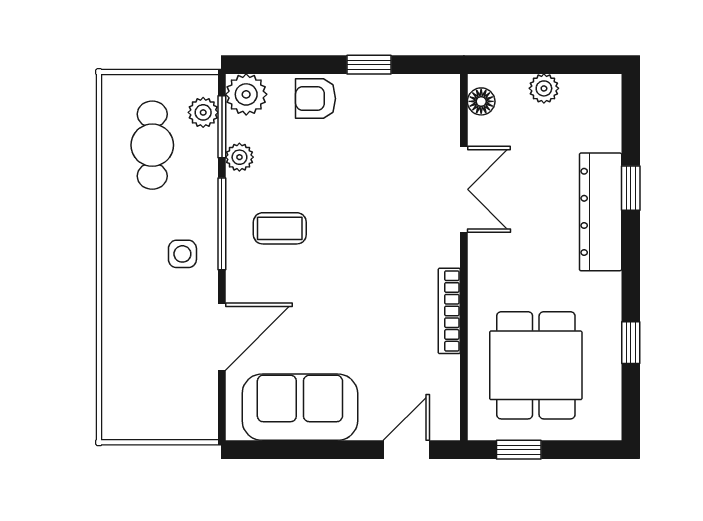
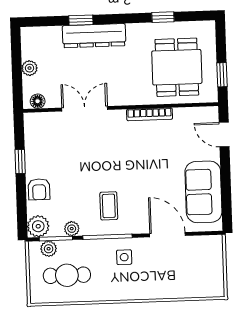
dining table: (536, 365) -> (177, 67), turned 90

